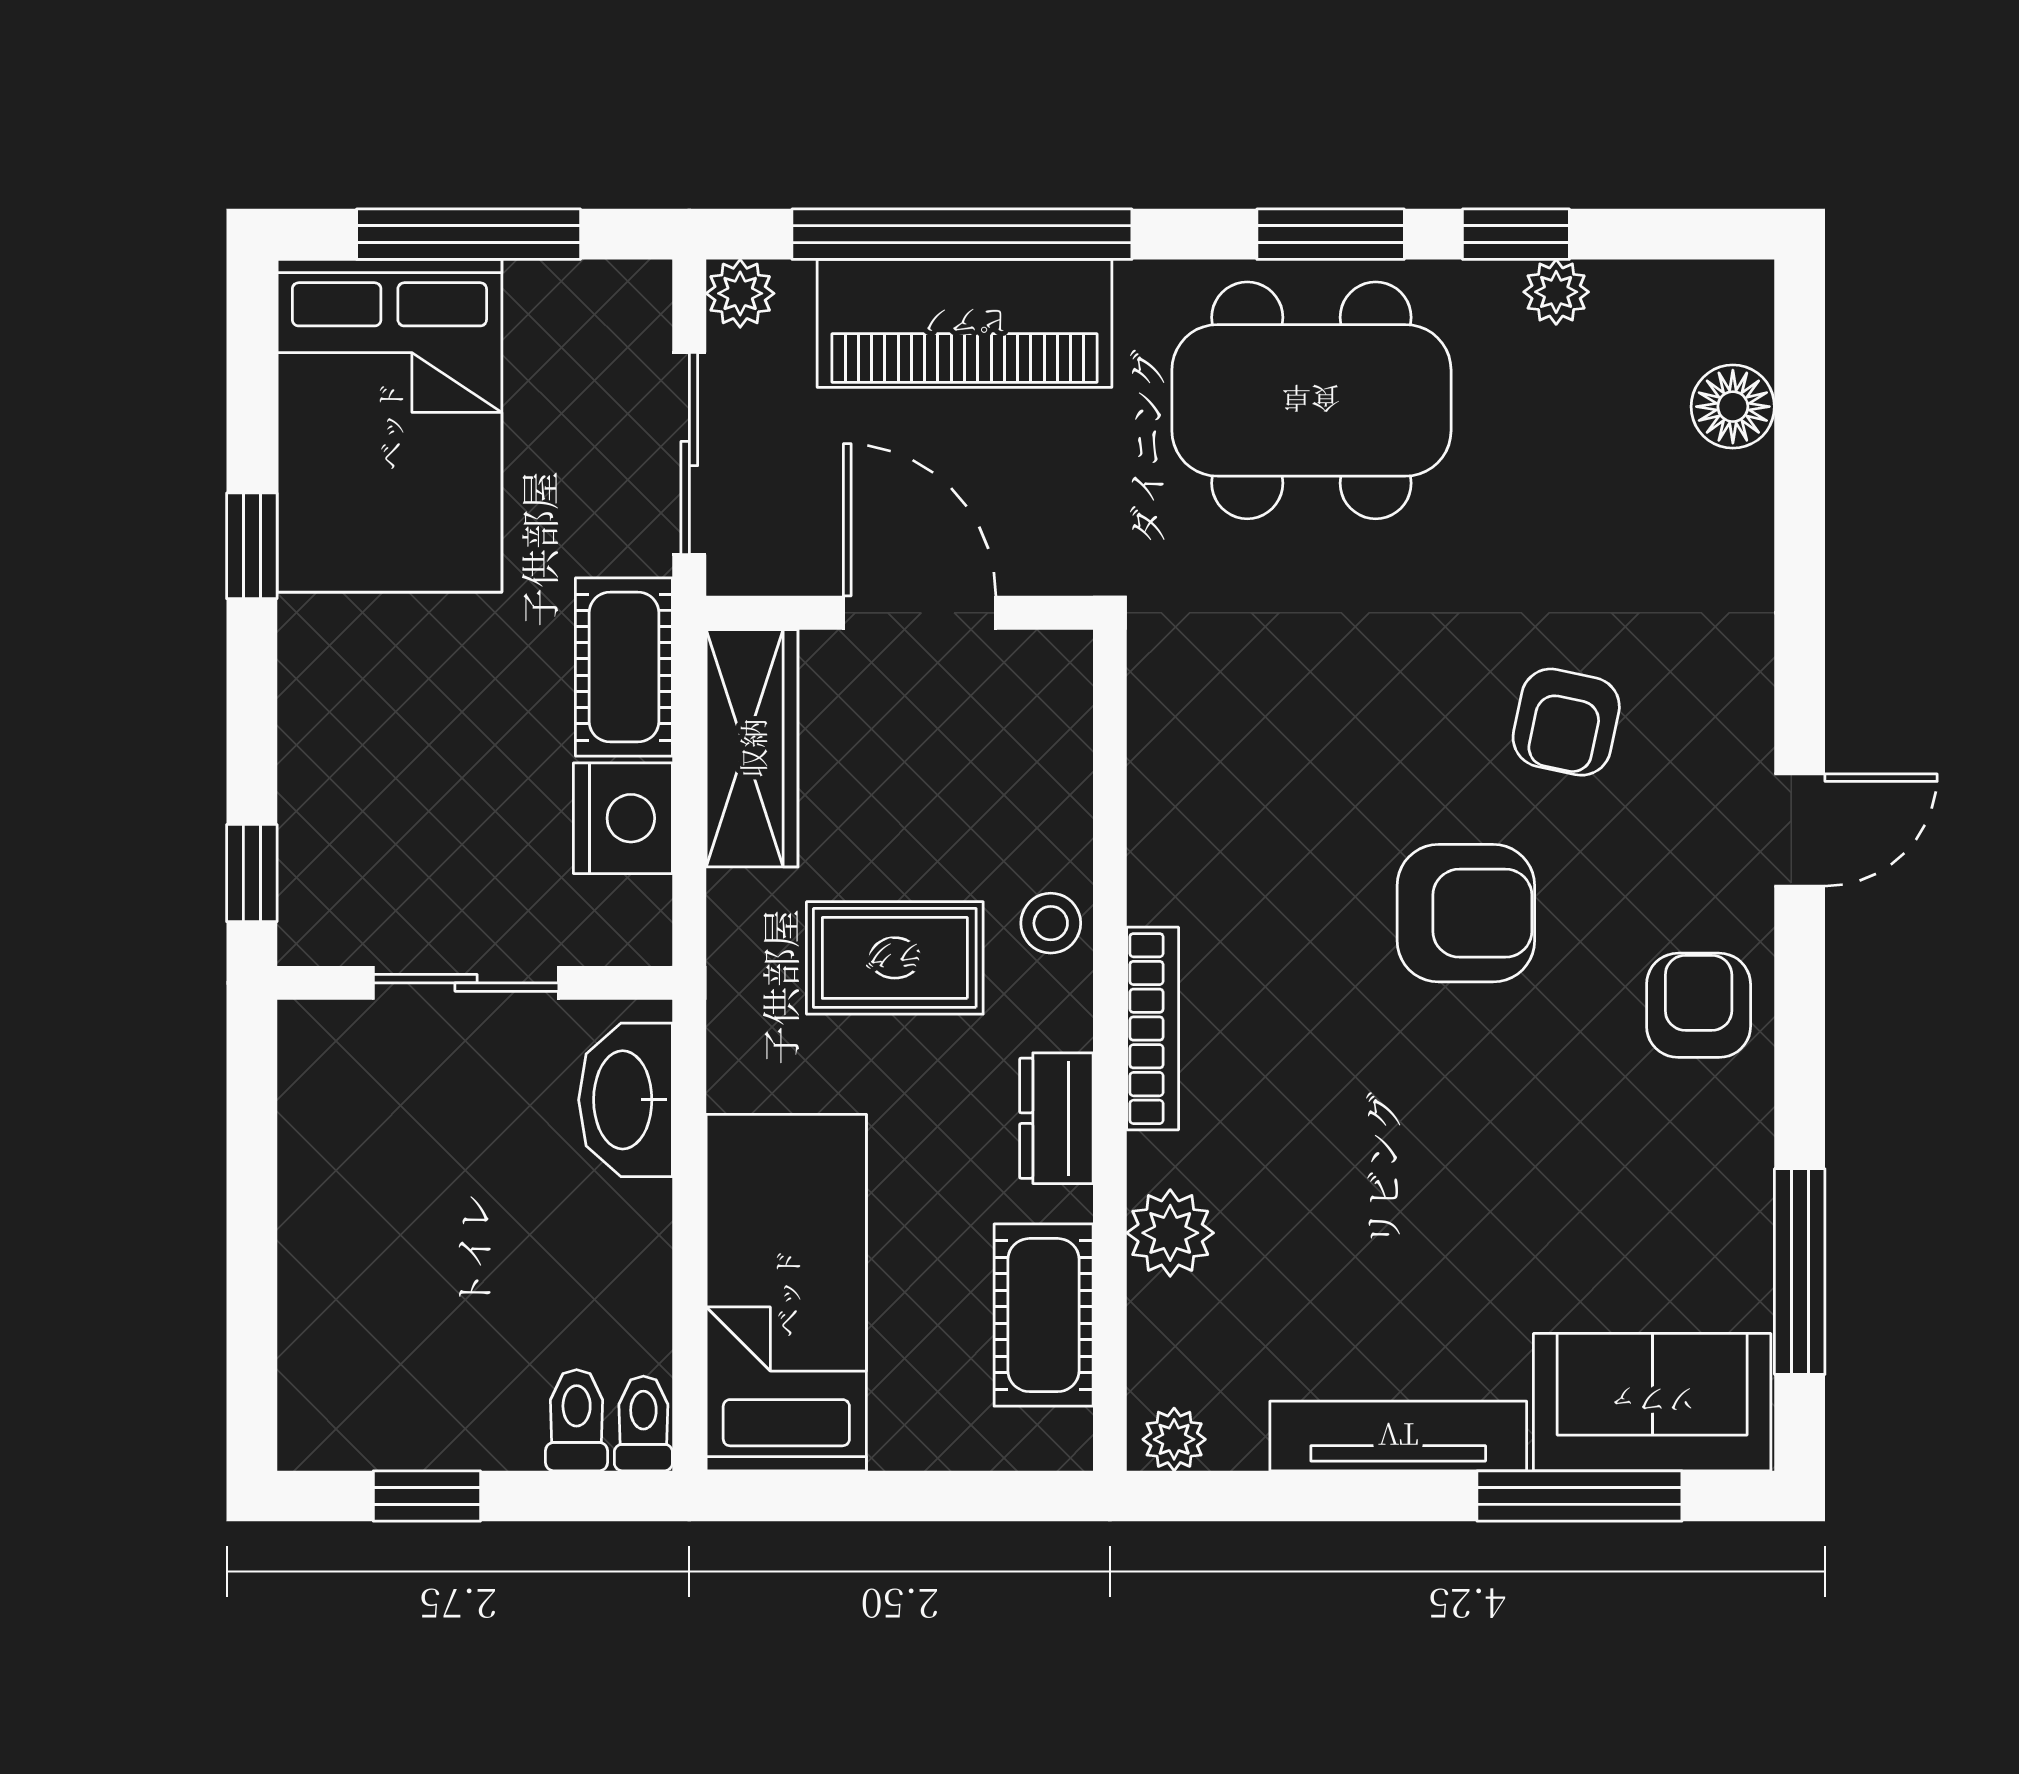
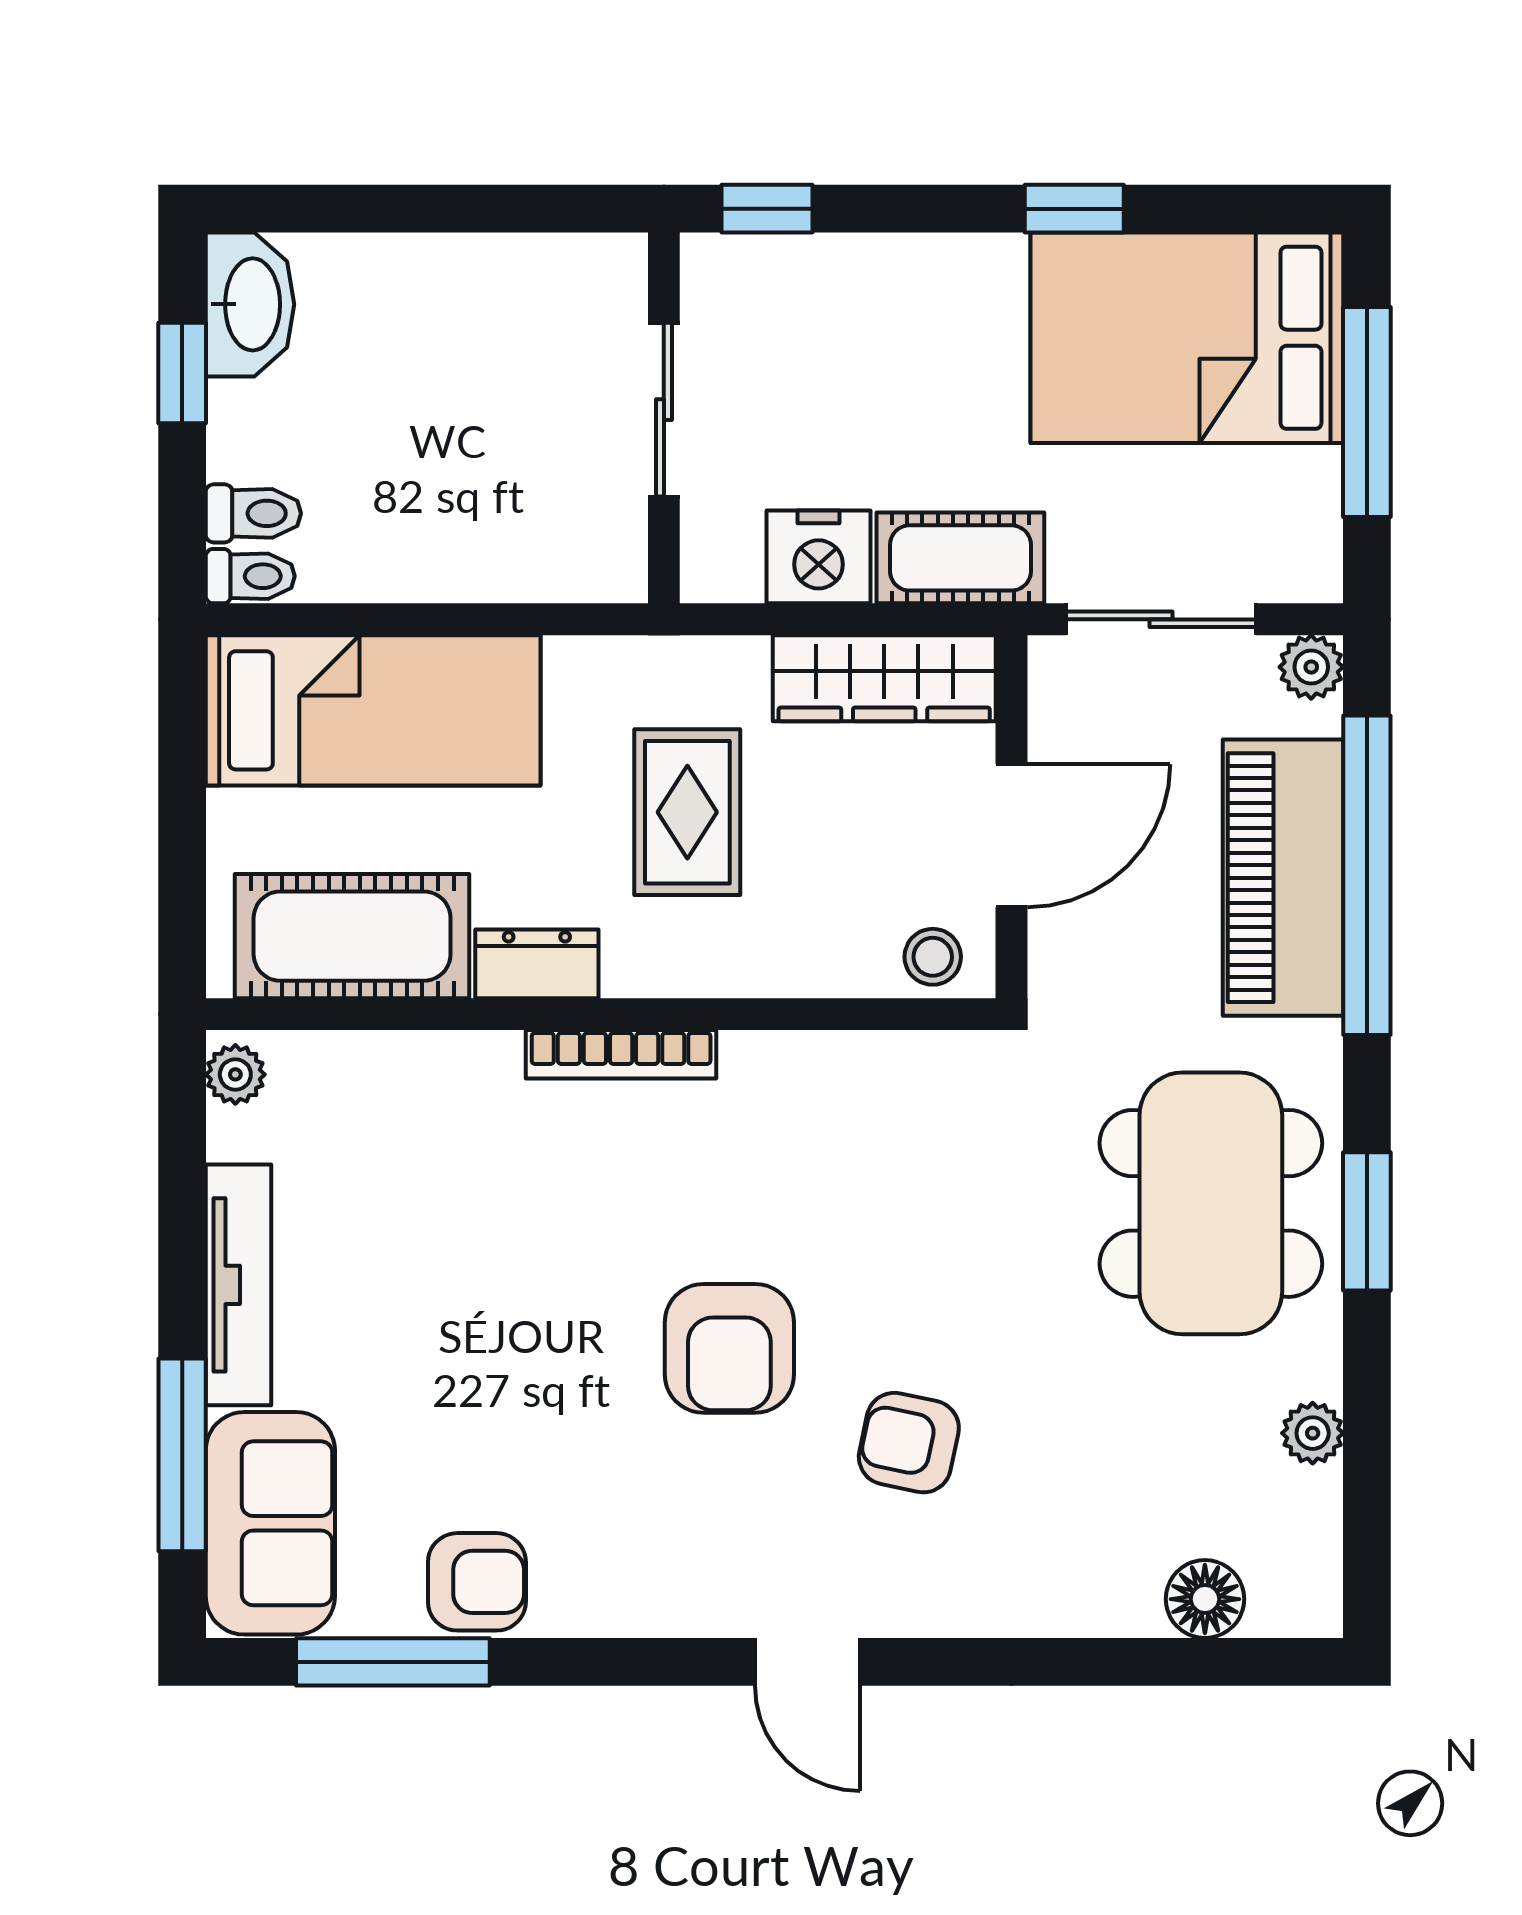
window: (1516, 234) -> (1367, 1395), removed
stool: (1051, 923) -> (933, 957), moved
armchair: (1699, 1005) -> (477, 1582), moved
washbasin: (626, 1100) -> (250, 304), moved, turned 90
plant: (1170, 1233) -> (429, 1071), removed
cot: (1044, 1315) -> (352, 936), width x1.37, depth x1.34

